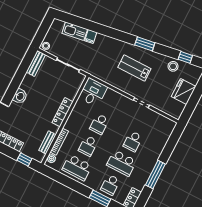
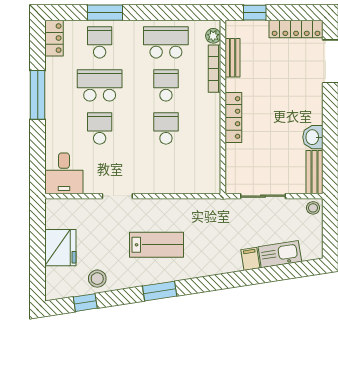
desk: (93, 92) -> (64, 173), moved
washbasin: (20, 96) -> (313, 137), moved

